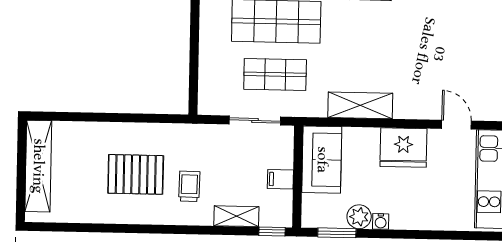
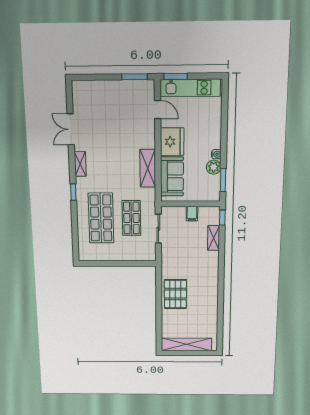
door: (456, 125) -> (158, 110), swing flipped
sofa: (322, 160) -> (172, 176), moved, turned 90
pallet: (136, 174) -> (175, 294), moved
trolley: (189, 186) -> (197, 264), removed

